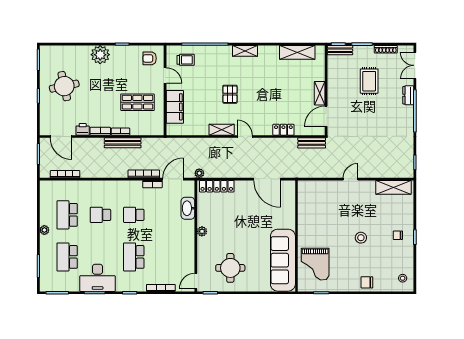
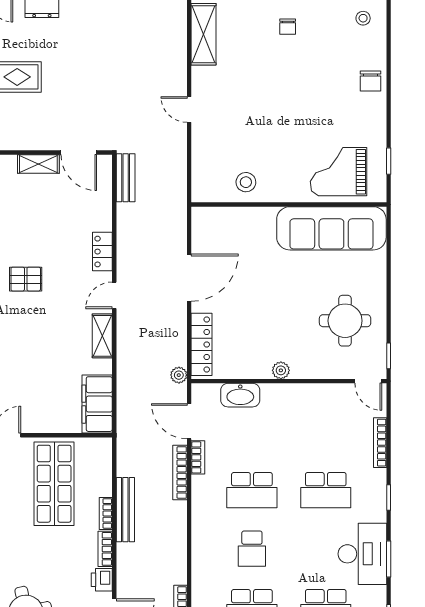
pallet: (230, 94) -> (26, 279), moved
shop shelf: (137, 102) -> (54, 484), width x1.43, depth x1.36
filing cabinet: (175, 107) -> (97, 404), moved, turned -90
locker: (283, 130) -> (102, 252), moved
door: (267, 179) -> (189, 278), moved
school desk: (134, 215) -> (252, 490), width x1.85
stool: (361, 238) -> (246, 182), moved
grand piano: (315, 264) -> (338, 172), turned 180

